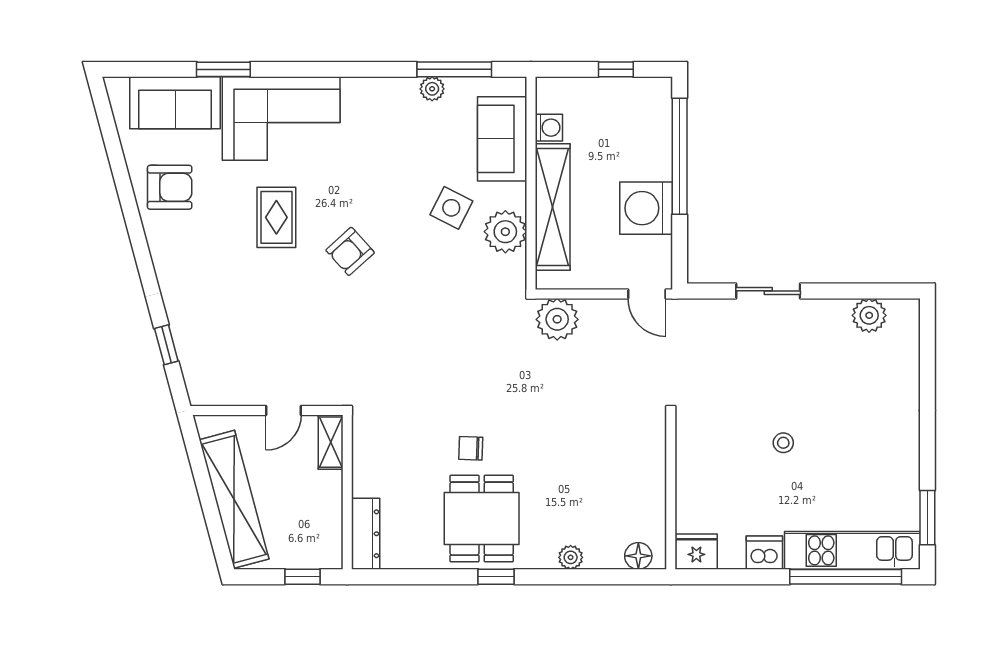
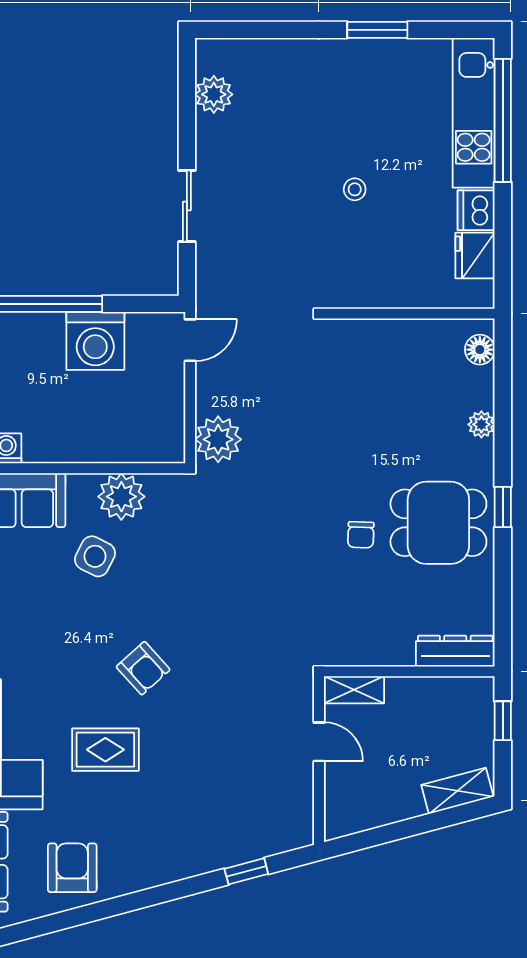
shelving: (553, 207) -> (94, 444), removed
shelving: (234, 499) -> (457, 791), width x0.45, depth x0.75
window: (927, 518) -> (377, 30), moved
fridge: (696, 552) -> (475, 256), moved

